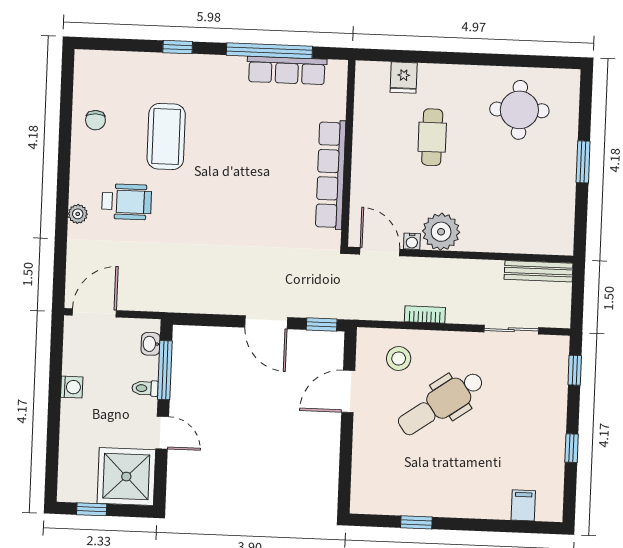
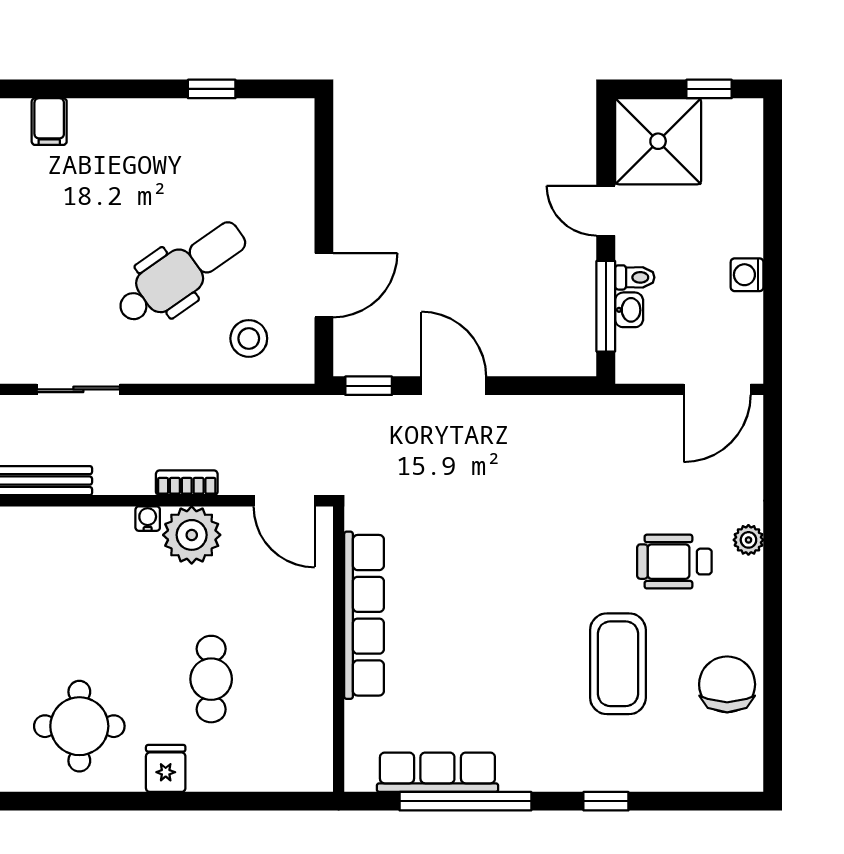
fridge: (404, 78) -> (166, 768), moved
chair: (95, 120) -> (727, 684), width x1.87, depth x1.87
water cooler: (412, 241) -> (148, 519), moved
bookcase: (425, 315) -> (187, 483), moved, turned 180
washbasin: (151, 344) -> (629, 310), moved

